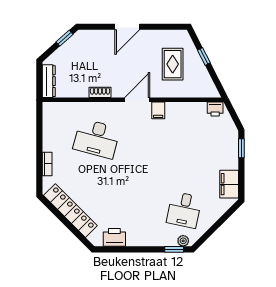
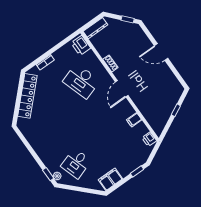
rug: (173, 64) -> (158, 95), removed
door: (137, 100) -> (122, 89), swing flipped
filing cabinet: (158, 110) -> (134, 120), moved
desk: (97, 139) -> (81, 81), turned -33
desk: (184, 210) -> (76, 163), turned -30
printer: (114, 237) -> (81, 45), moved, turned 180

